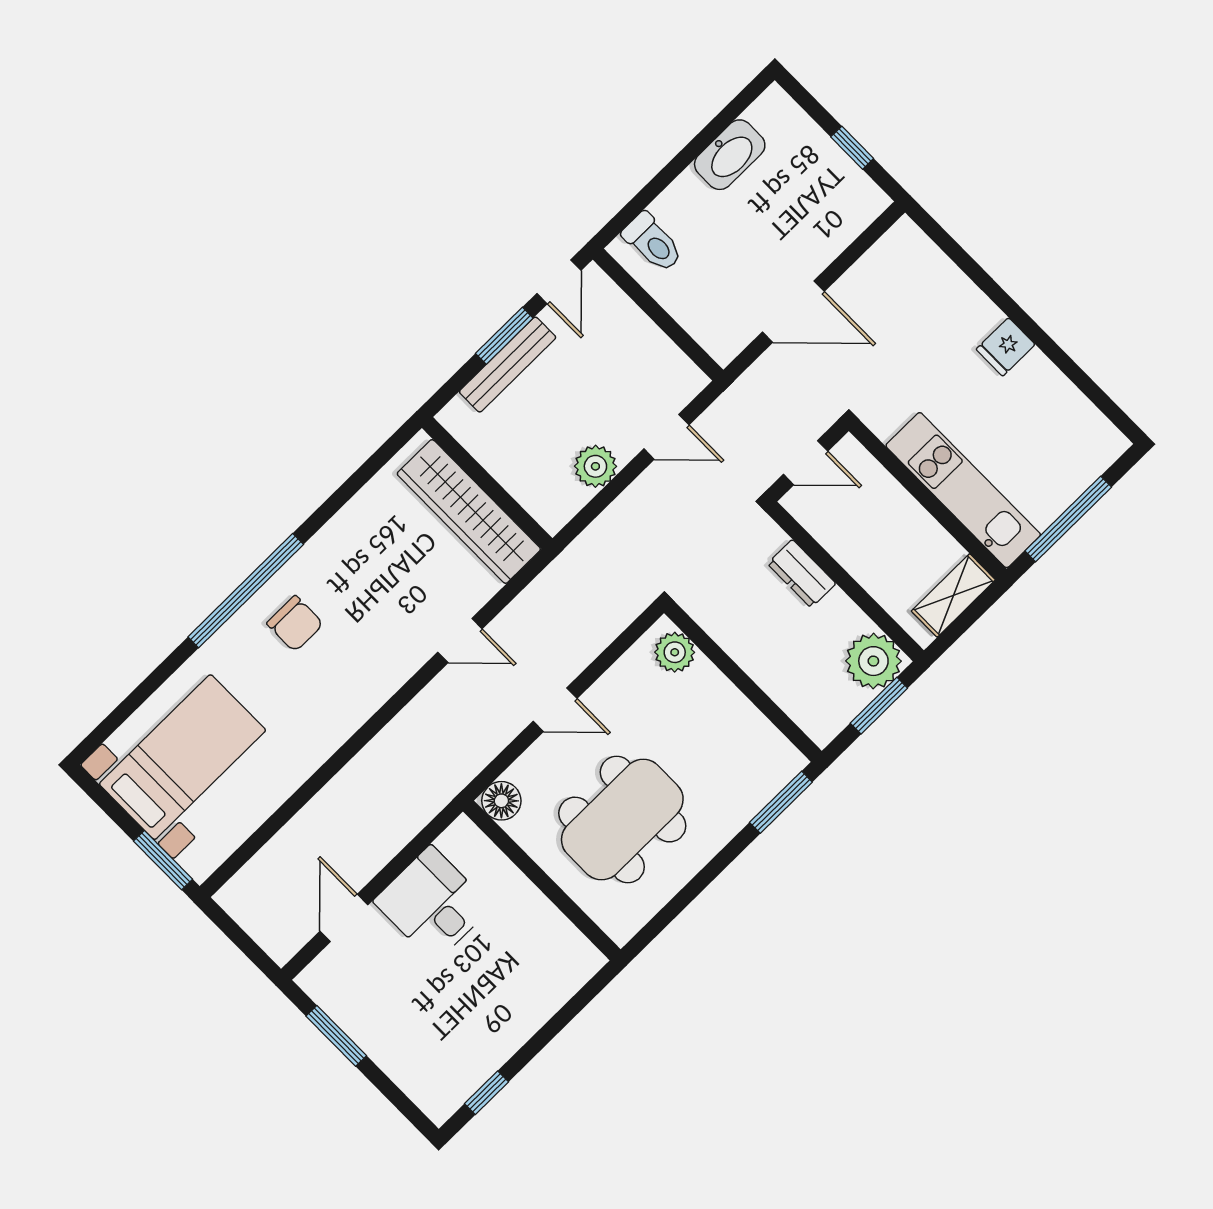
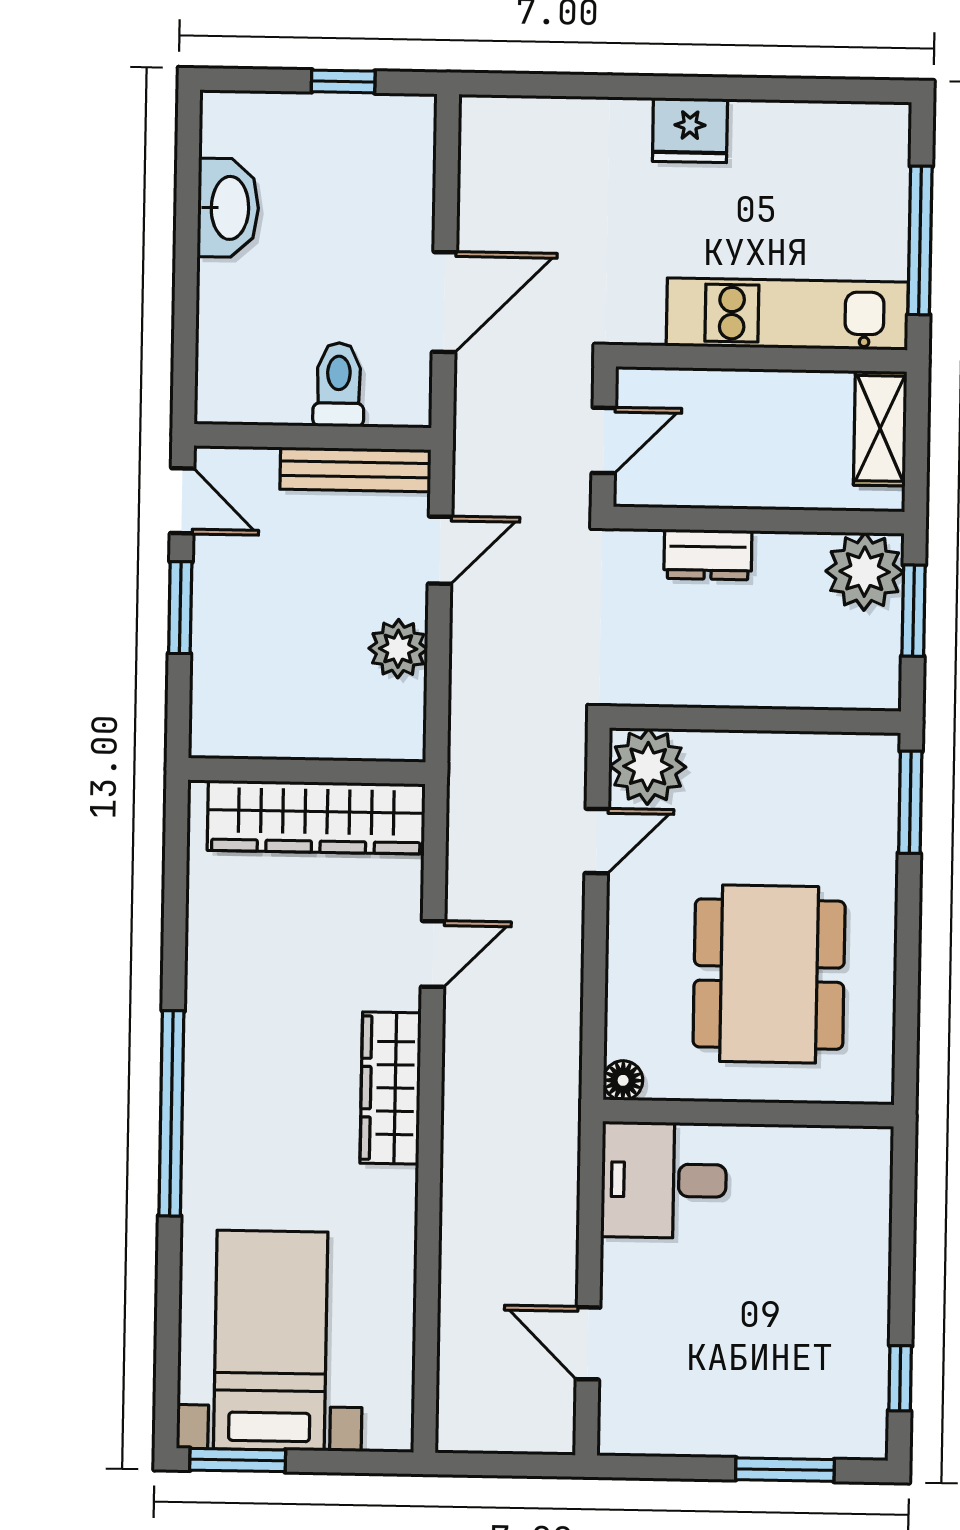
toilet: (653, 242) -> (339, 385), moved, turned -90
fridge: (1006, 347) -> (690, 130), width x1.38
bench: (508, 365) -> (355, 469), moved, turned 90
chair: (295, 624) -> (253, 1098), removed
plant: (675, 652) -> (648, 766), width x1.36, depth x1.36
wardrobe: (371, 688) -> (391, 1088), added
door: (555, 710) -> (597, 841), moved
floor lamp: (501, 801) -> (623, 1080), width x0.73, depth x0.73
window: (163, 860) -> (238, 1460), moved
desk: (433, 904) -> (664, 1180), moved
window: (336, 1036) -> (785, 1470), moved

